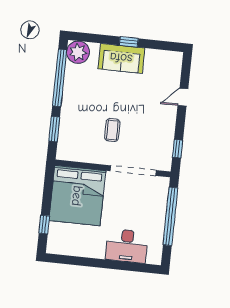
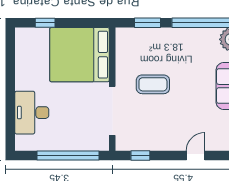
door: (183, 97) -> (196, 156), hinge flipped
coffee table: (112, 130) -> (153, 84), width x1.36, depth x1.30

